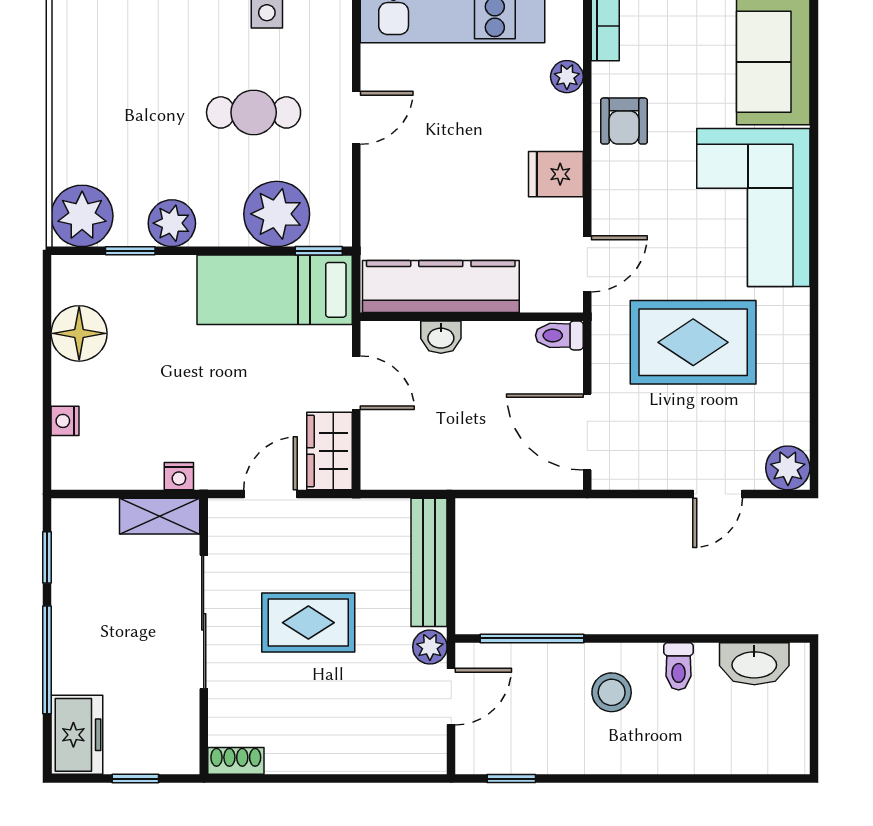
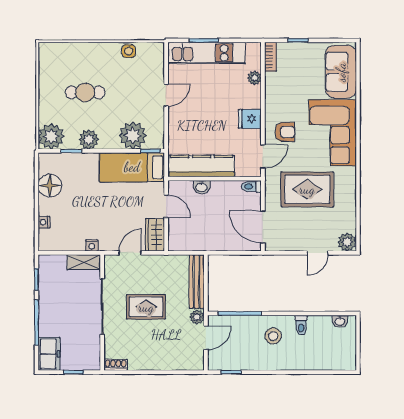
cafe table: (254, 112) -> (85, 92), moved
armchair: (624, 121) -> (285, 132), moved, turned -90
washbasin: (754, 664) -> (340, 321), width x0.52, depth x0.69

